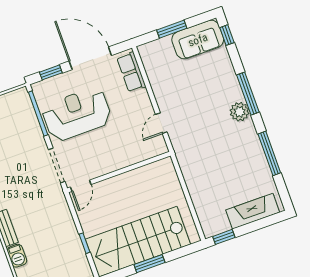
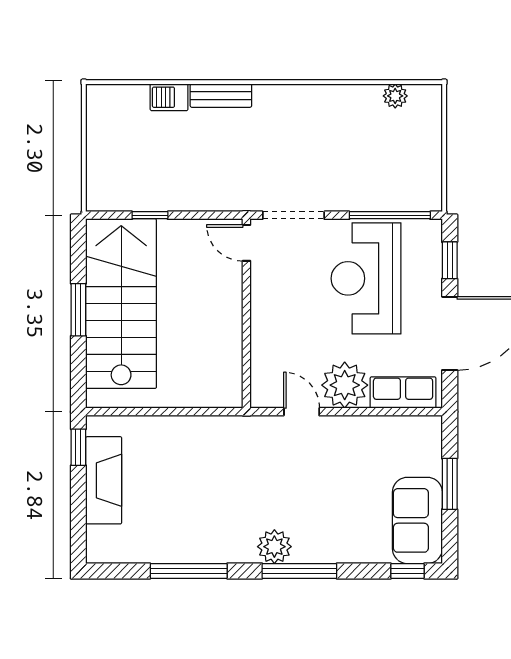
plant: (139, 105) -> (345, 385), added
reception desk: (77, 114) -> (366, 278), turned 180
fireplace: (253, 211) -> (104, 480), moved

